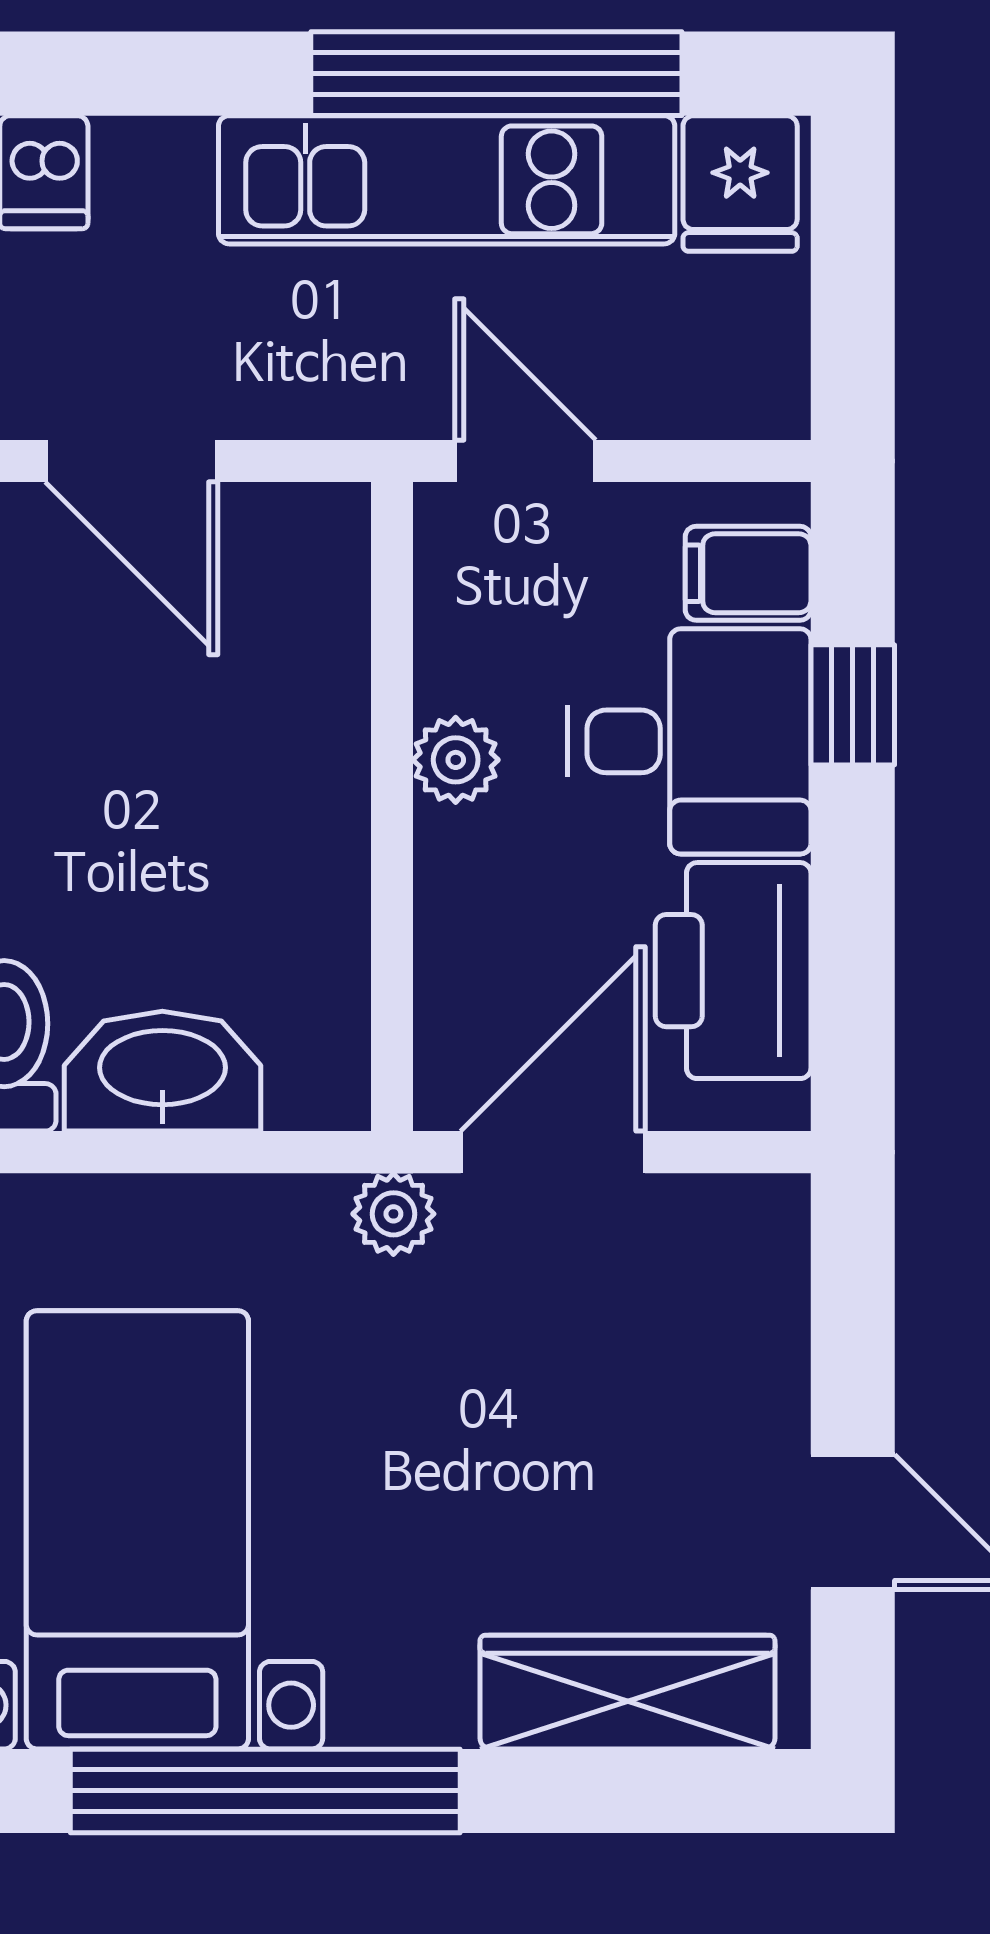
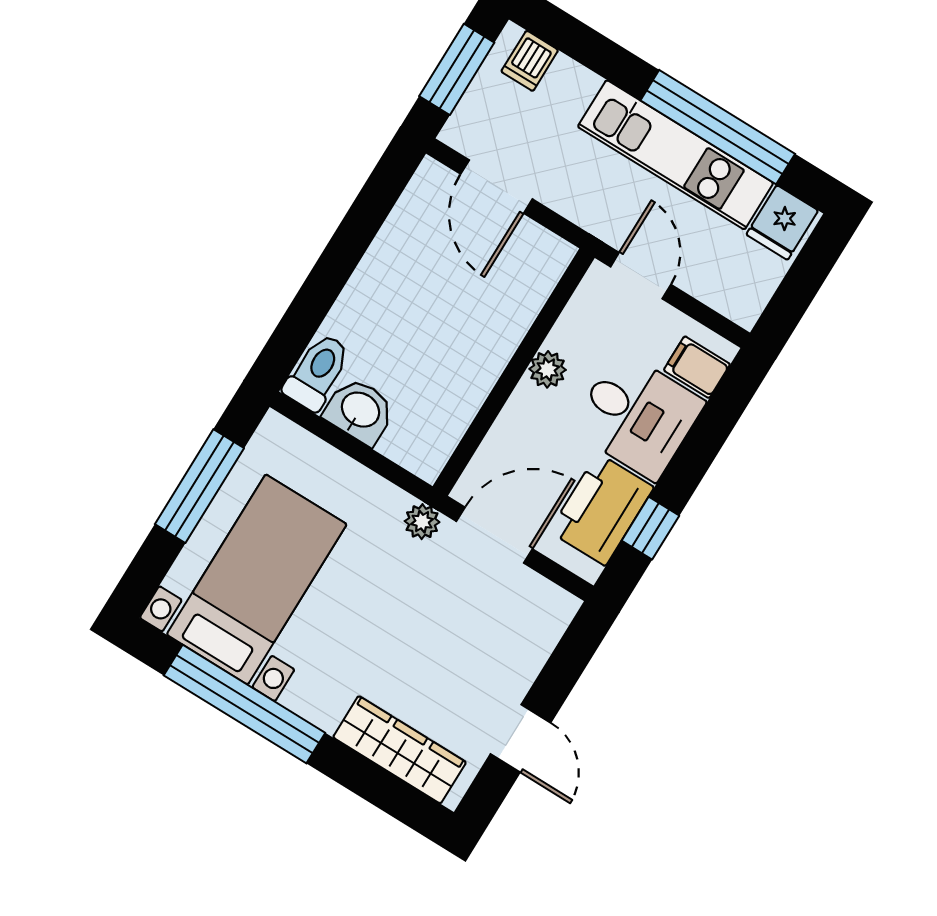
window: (853, 705) -> (650, 528), moved
washbasin: (162, 1071) -> (360, 411), width x0.72

